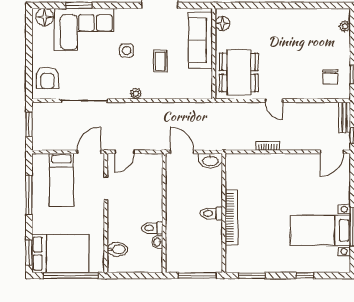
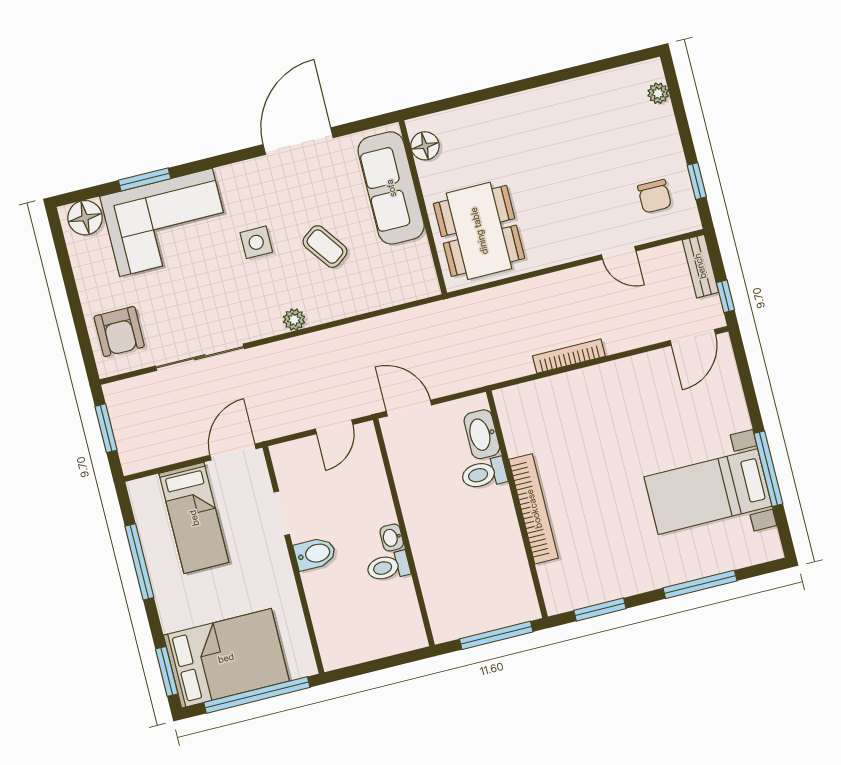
coffee table: (160, 61) -> (325, 247), turned -36
door: (274, 101) -> (619, 253), moved
bookcase: (268, 146) -> (569, 356), width x1.56
door: (125, 152) -> (334, 427), moved
washbasin: (210, 161) -> (482, 434), moved, turned 90
toilet: (211, 213) -> (484, 474), moved
washbasin: (157, 242) -> (392, 538), moved
bidet: (117, 249) -> (315, 554), moved
window: (305, 276) -> (700, 584), width x2.17

